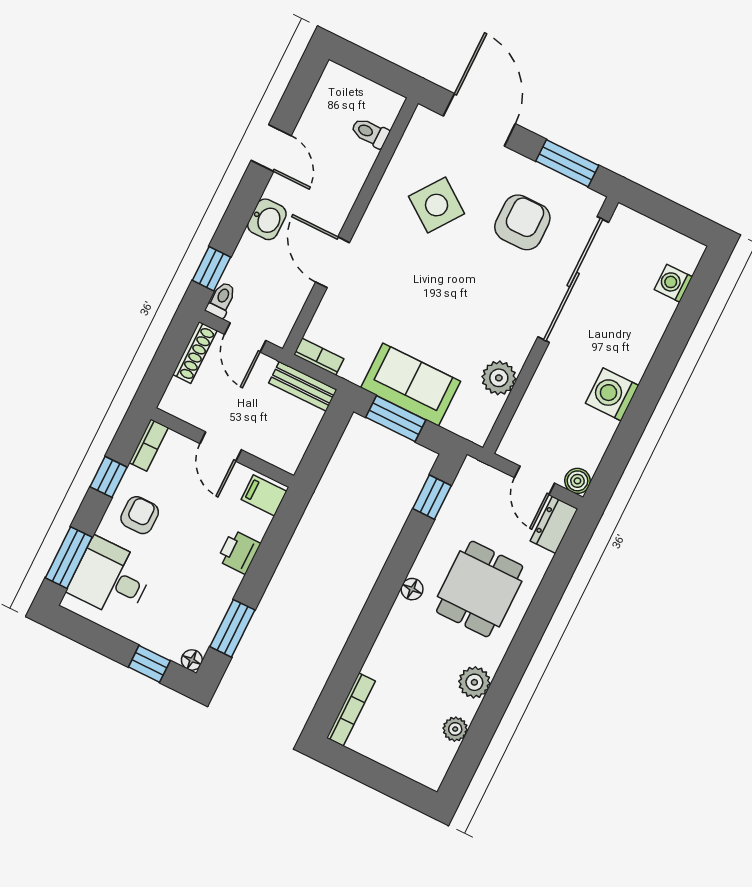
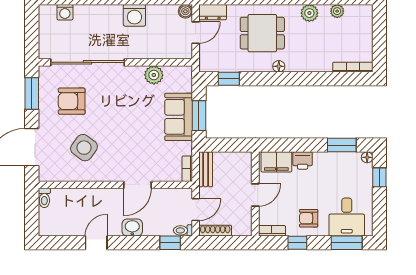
toilet: (370, 133) -> (44, 198), moved
filing cabinet: (264, 495) -> (276, 162), width x2.00

